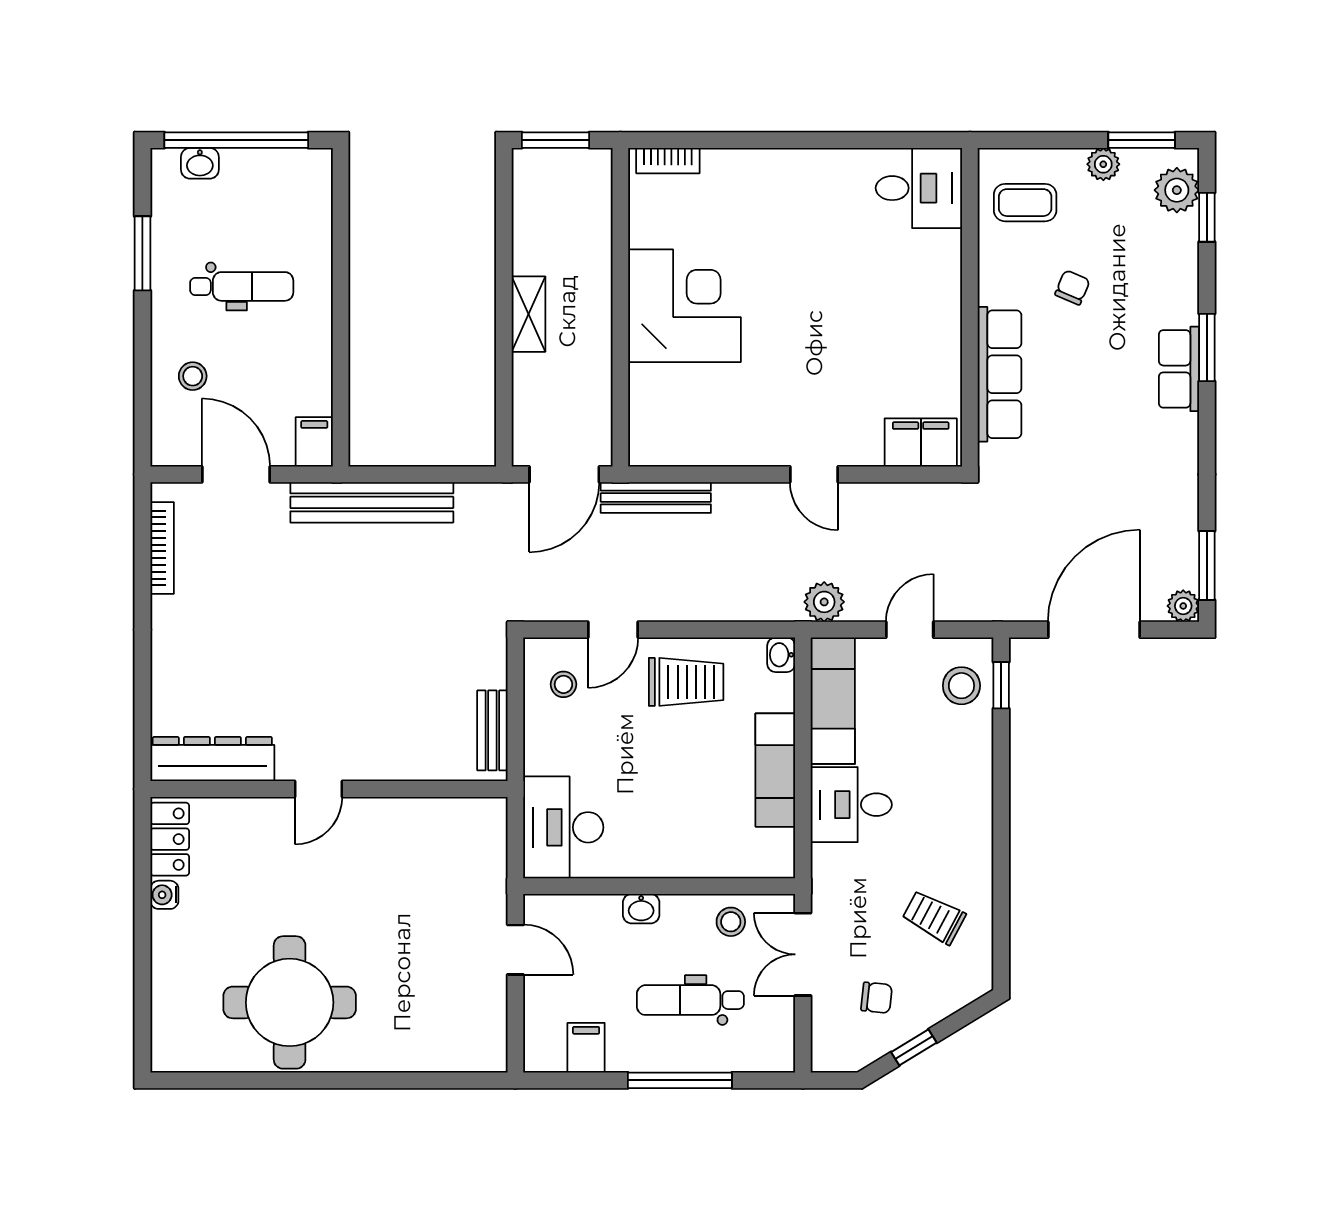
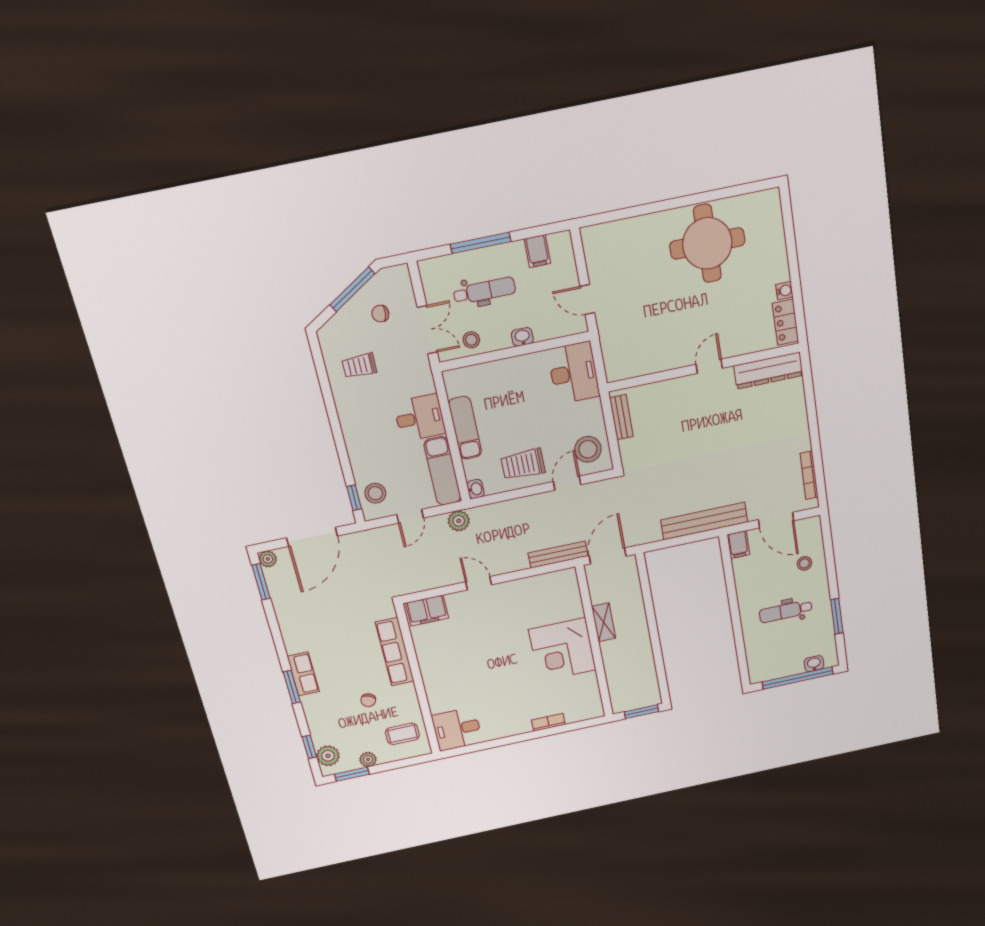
bookcase: (668, 161) -> (548, 722), moved
shelving: (529, 314) -> (604, 622), moved
stool: (563, 684) -> (588, 449), width x1.89, depth x1.89
trolley: (934, 917) -> (359, 366), turned 152
window: (914, 1047) -> (352, 289), width x2.17

